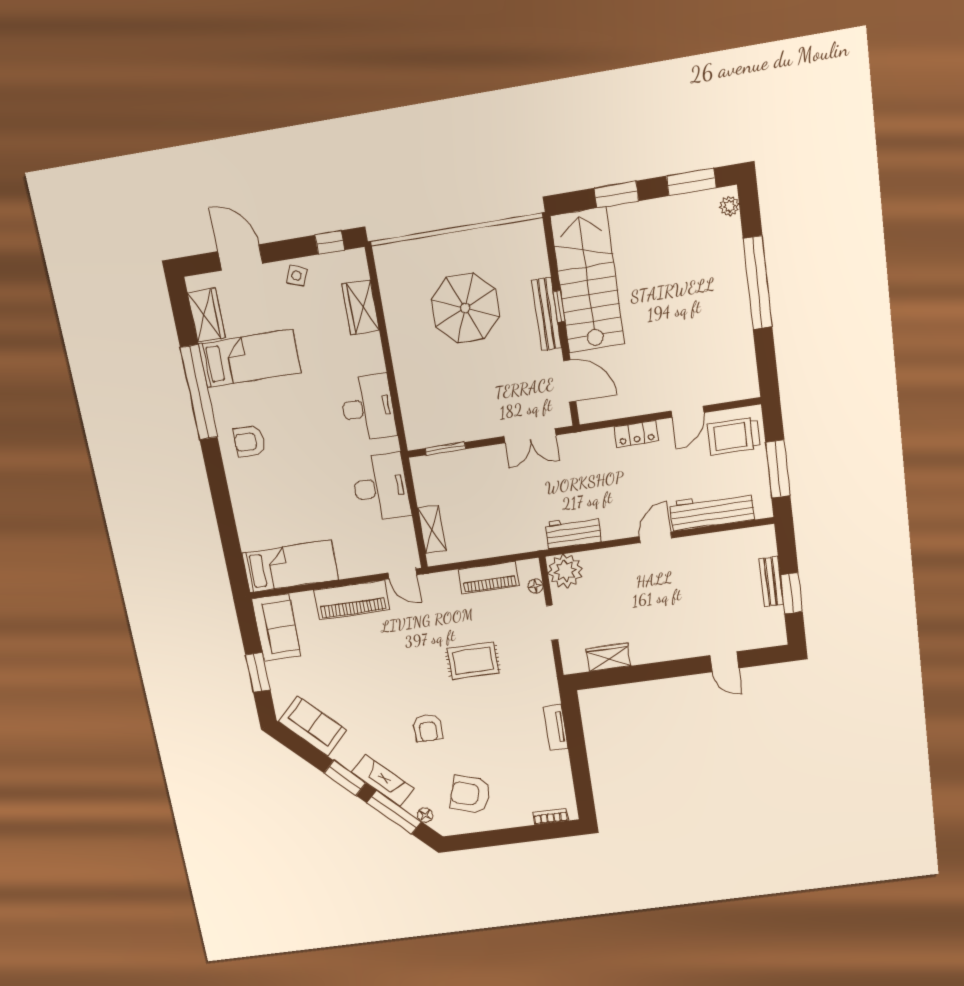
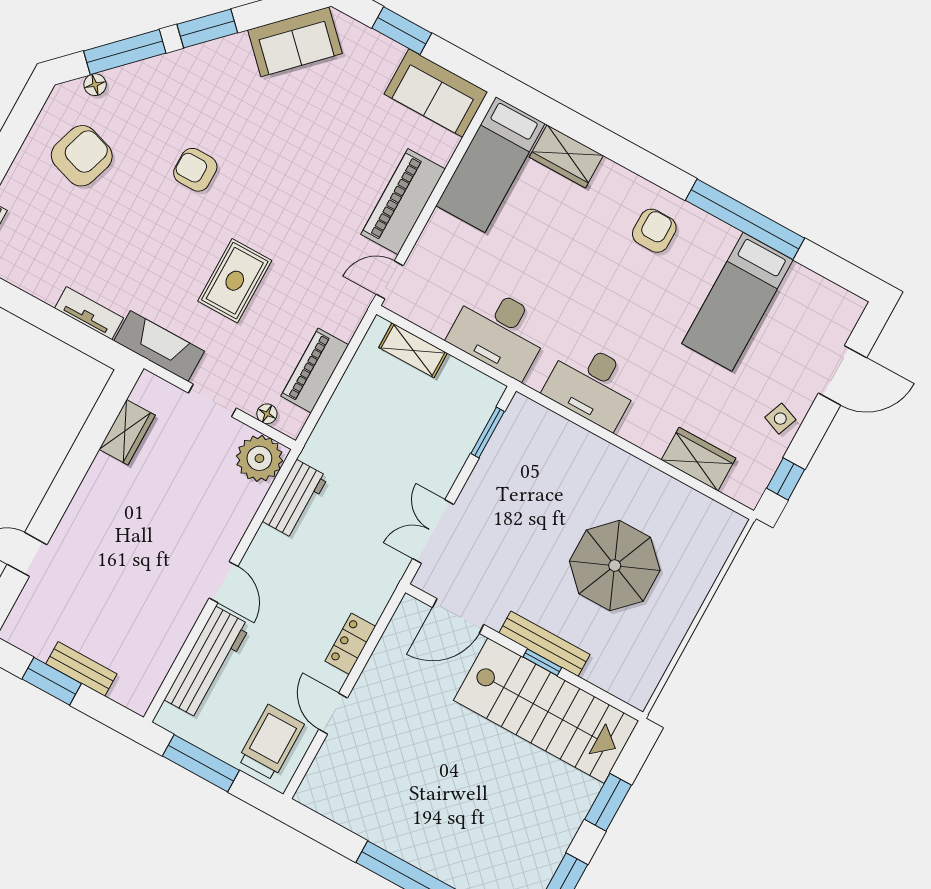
wardrobe: (206, 315) -> (566, 156), moved
fireplace: (383, 781) -> (159, 346), moved, turned -135

